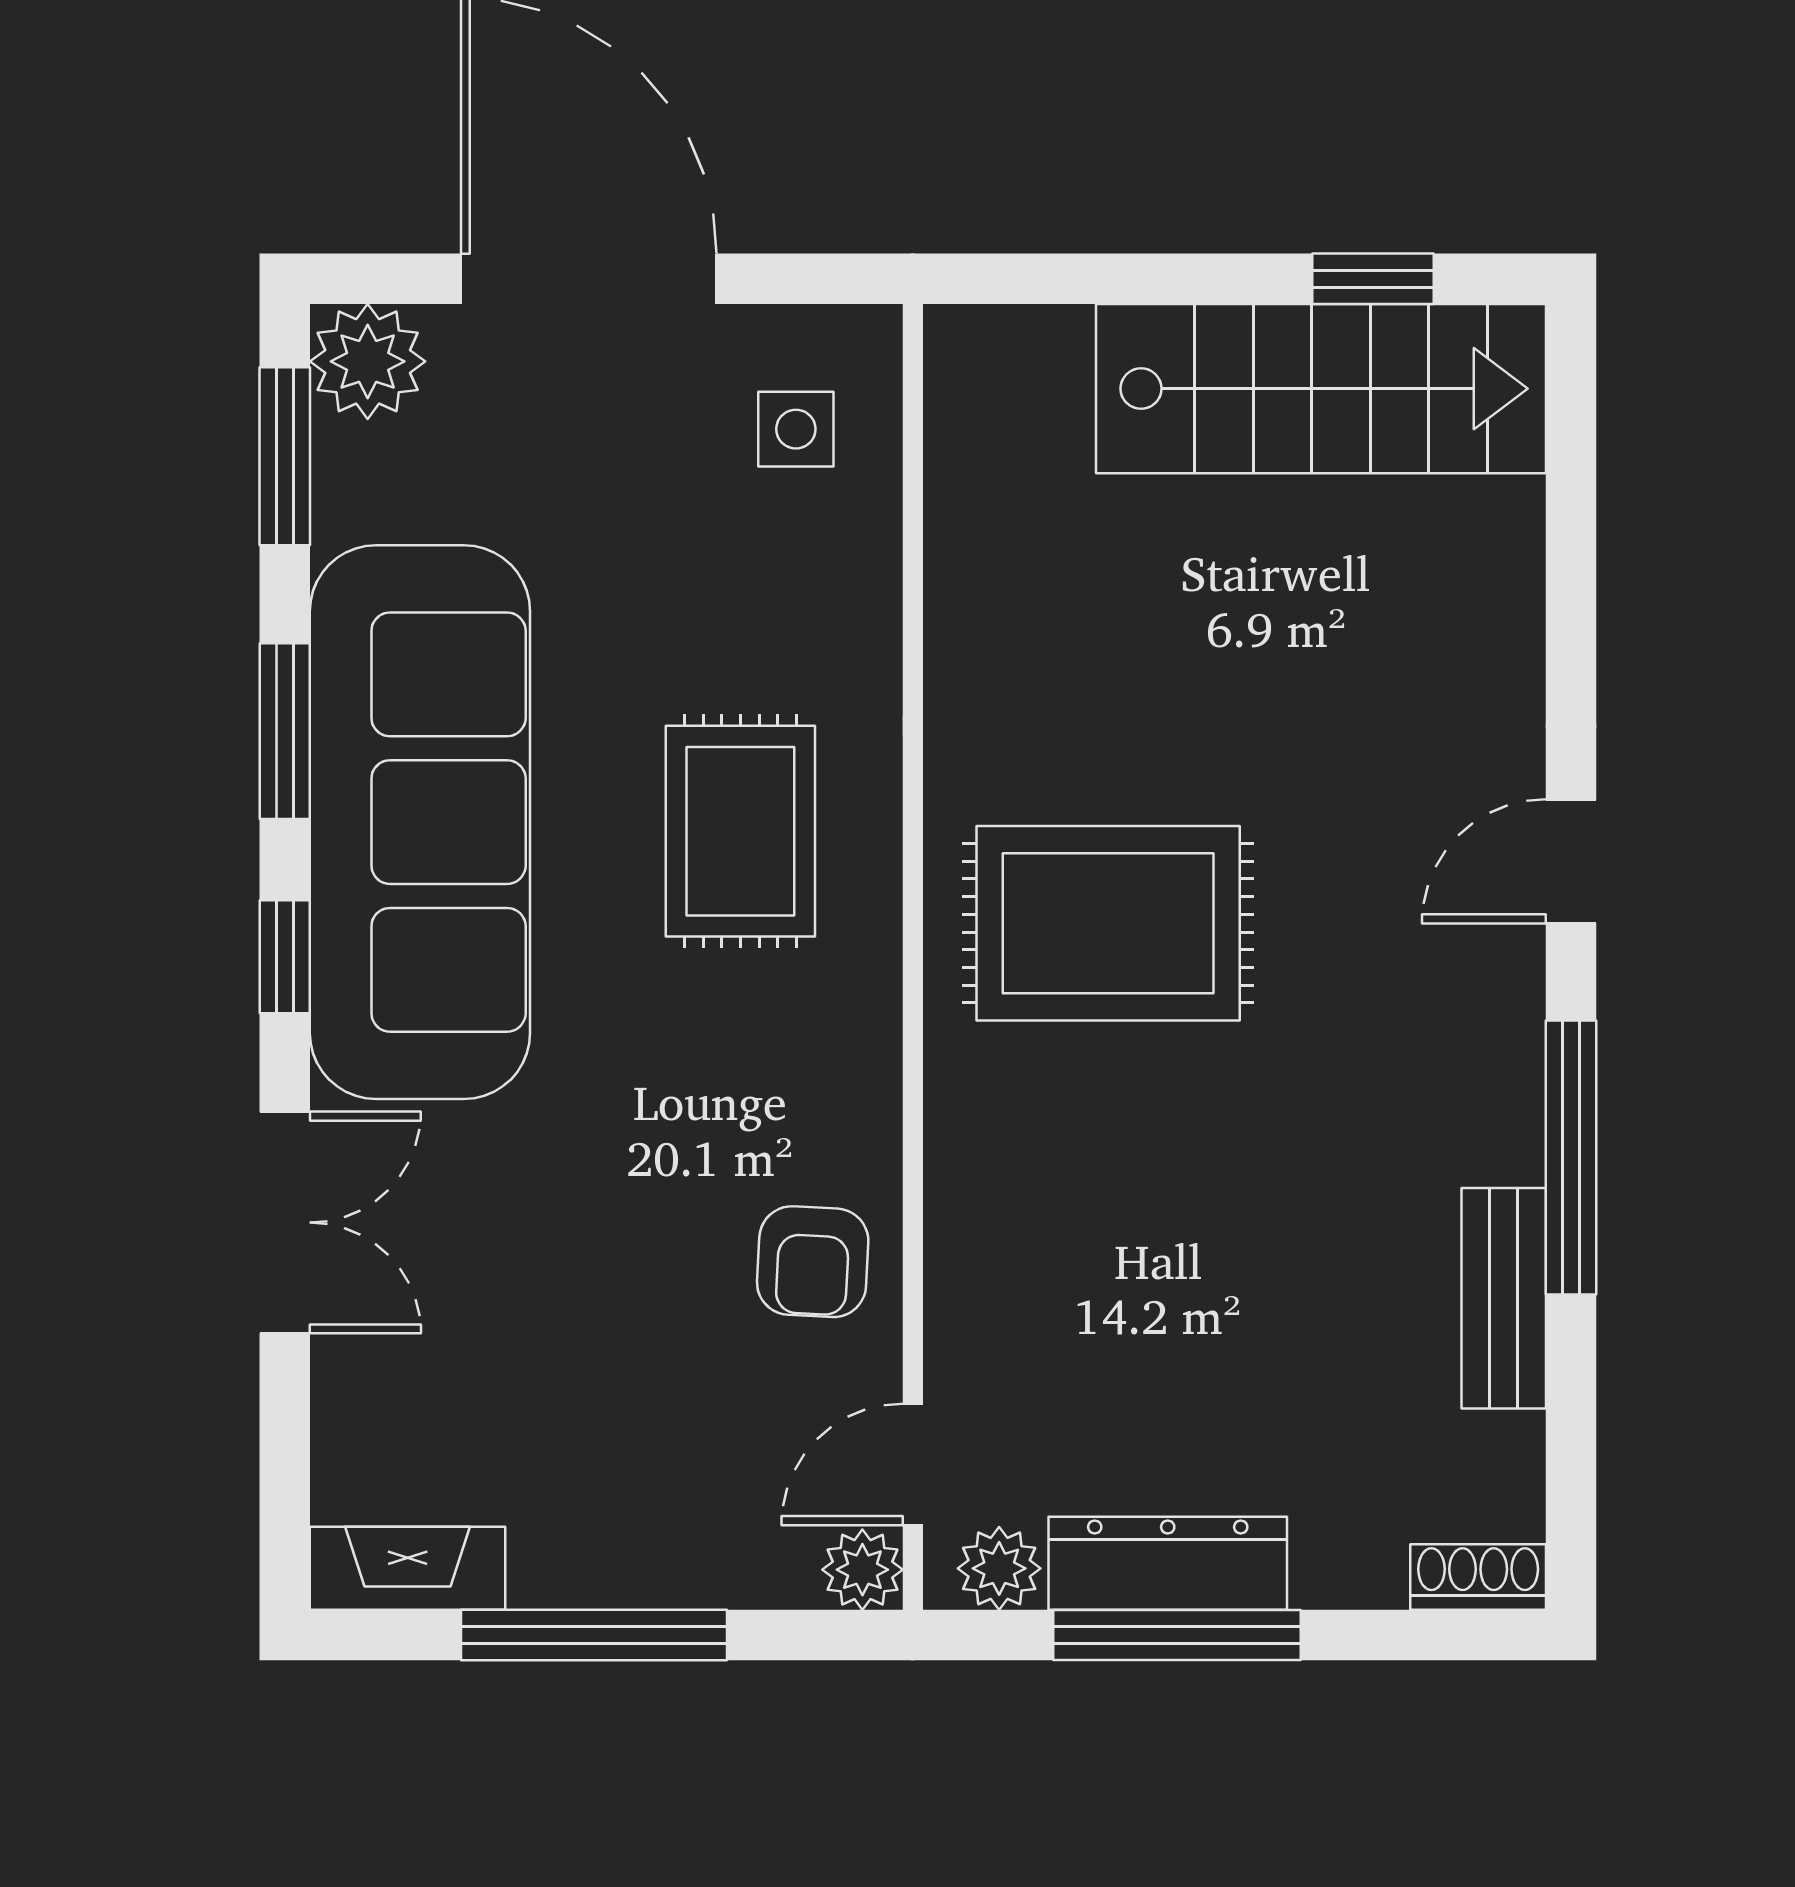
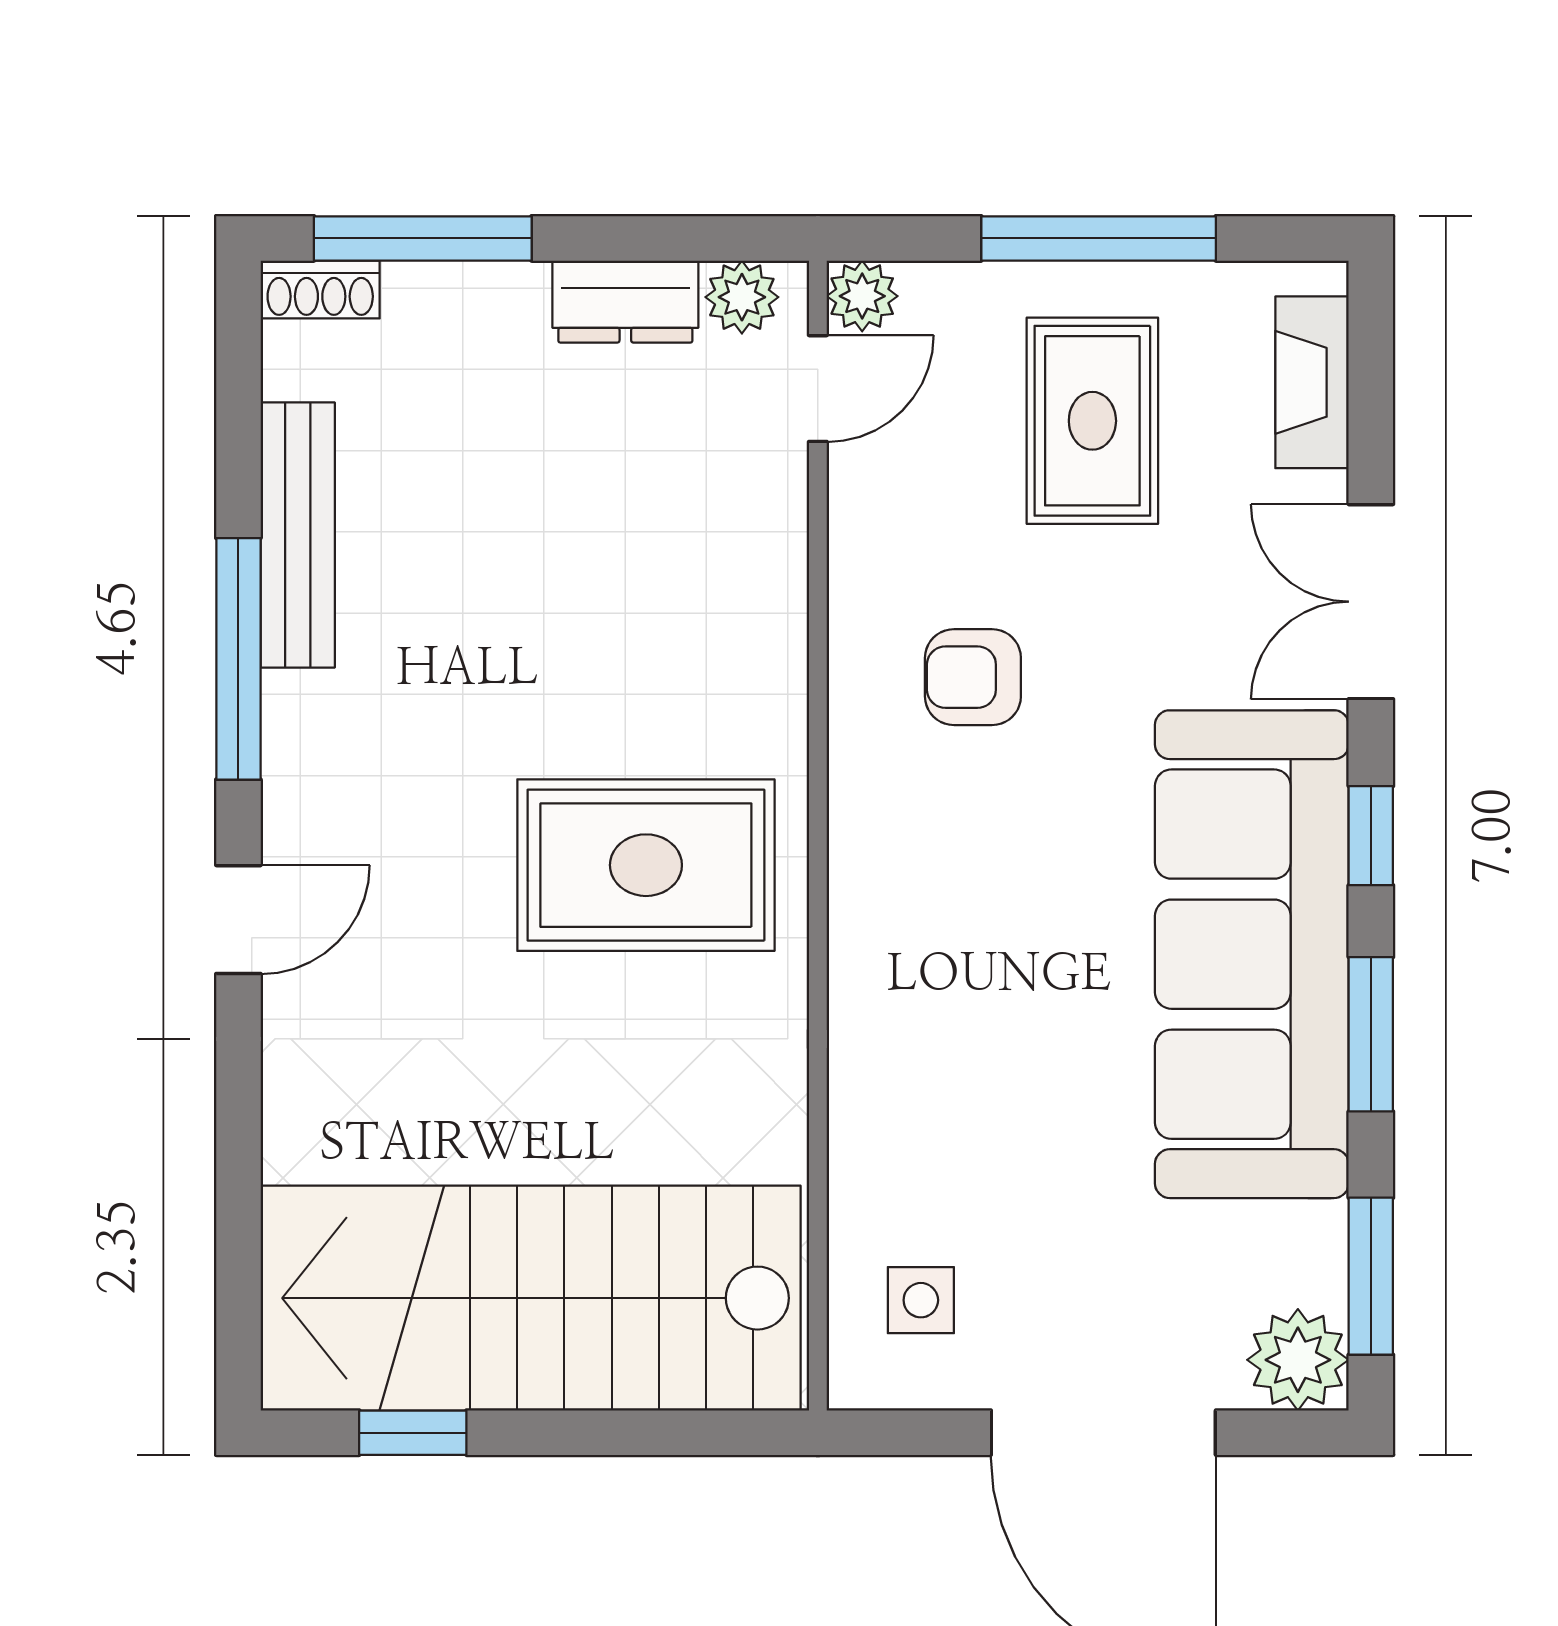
stairs: (1321, 389) -> (531, 1298), width x1.36, depth x1.51
rug: (740, 831) -> (1092, 421), moved
armchair: (813, 1262) -> (973, 677), moved, turned -93
bench: (1504, 1298) -> (298, 535), width x1.36
dresser: (1168, 1563) -> (625, 302), width x0.70
fireplace: (408, 1568) -> (1312, 382), moved, turned 90
window: (1177, 1635) -> (423, 238), moved

